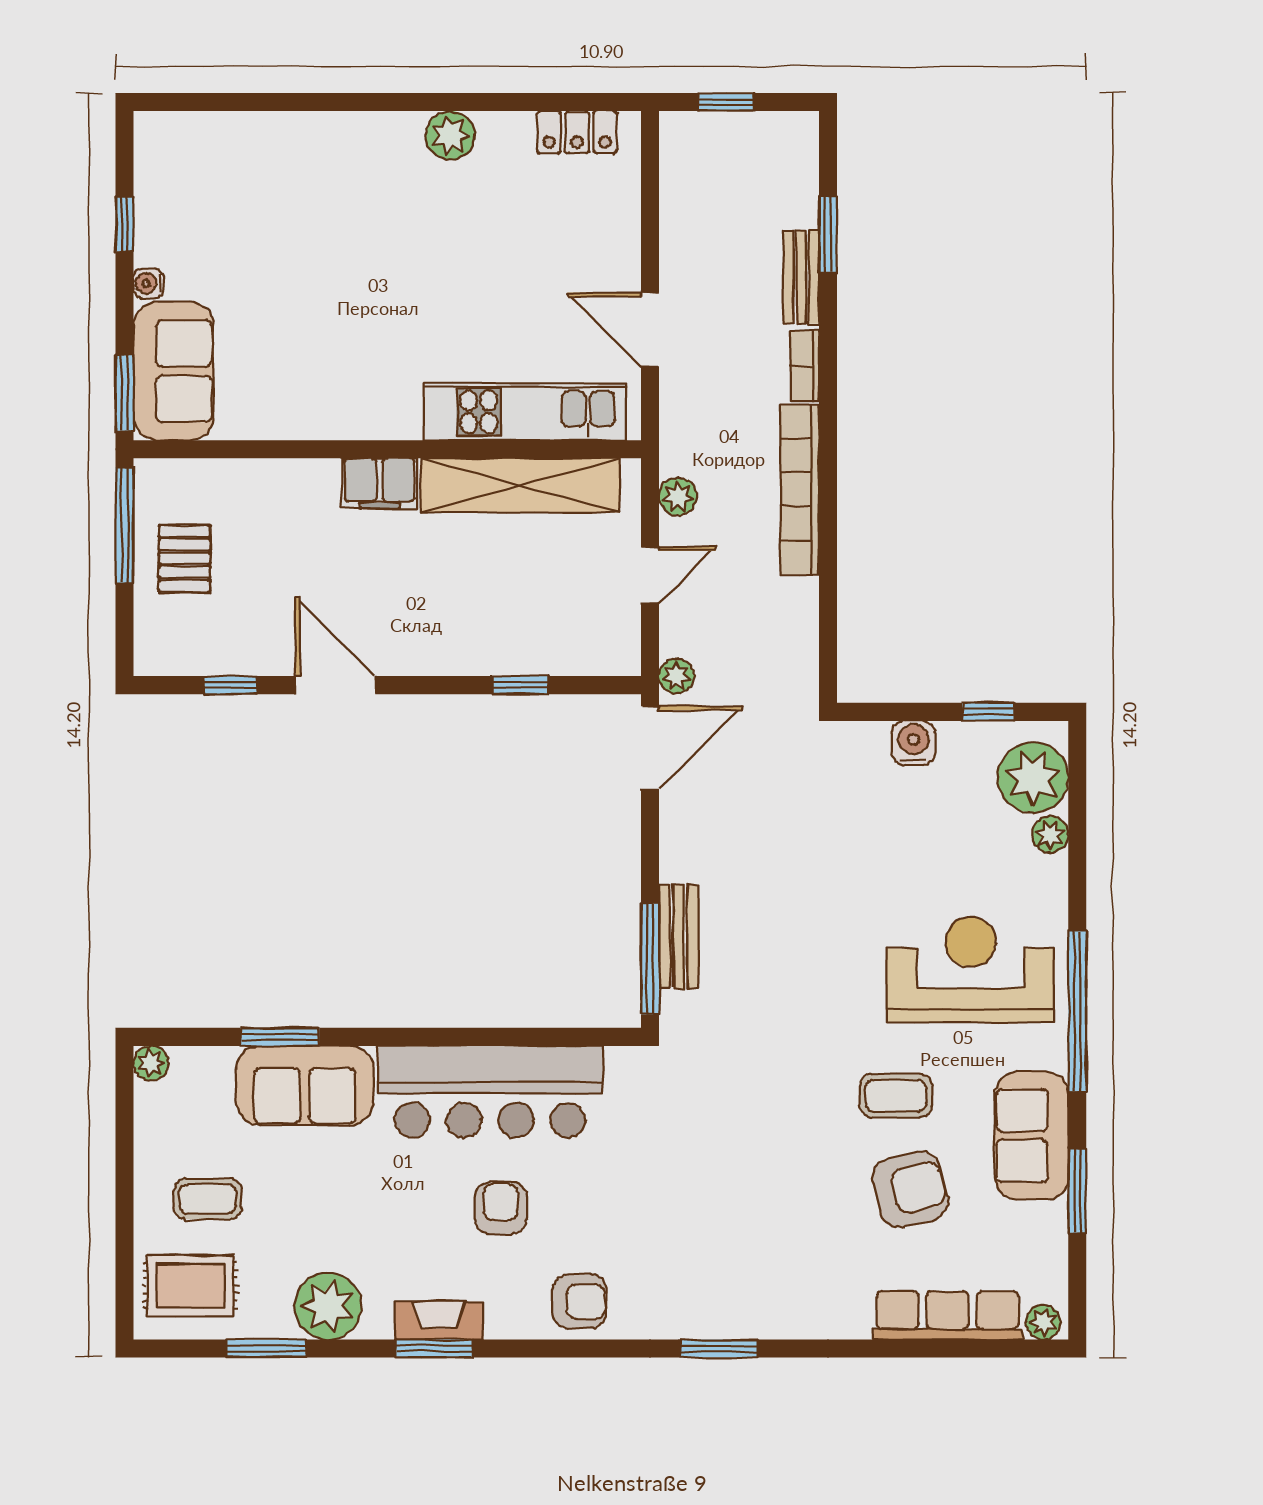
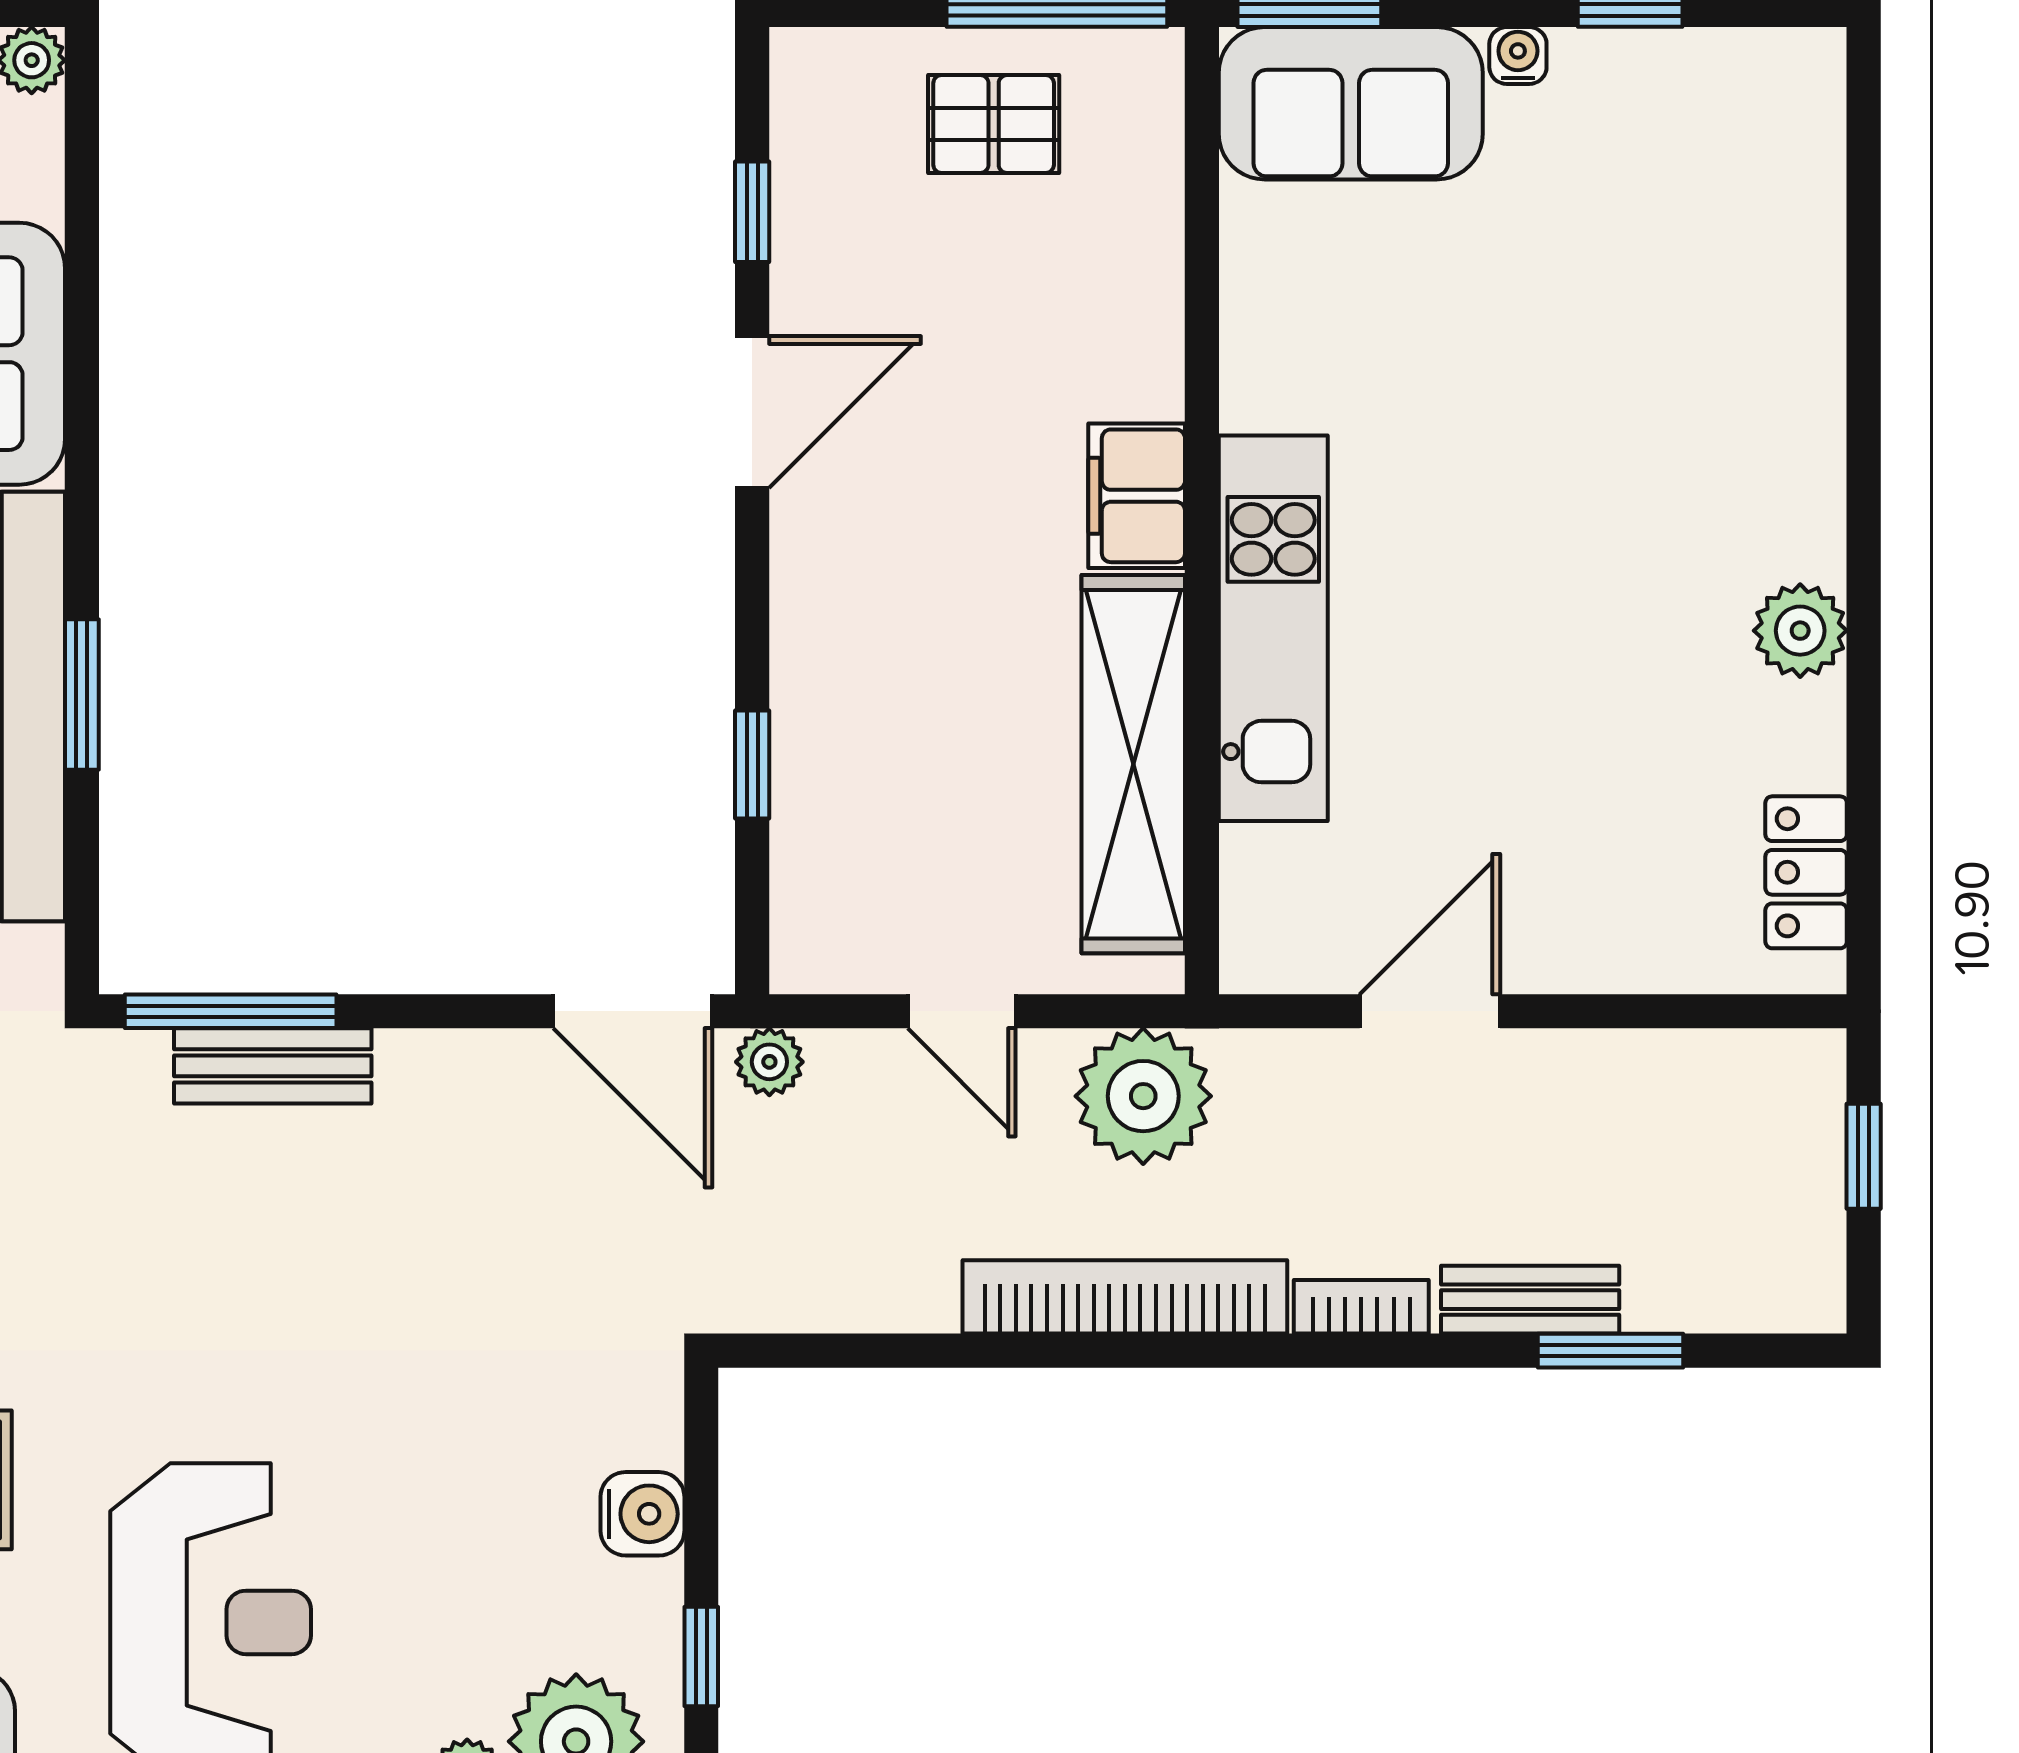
kitchen unit: (525, 412) -> (1273, 628), moved
plant: (678, 497) -> (1143, 1096), width x1.88, depth x1.88
window: (280, 1037) -> (82, 695), moved

